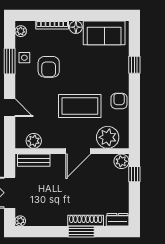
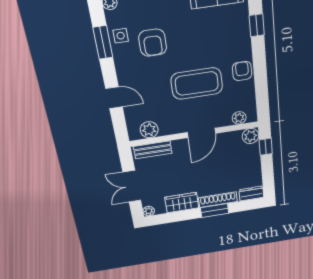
plant: (108, 137) -> (239, 118), width x0.53, depth x0.53
wardrobe: (52, 217) -> (182, 203), added

